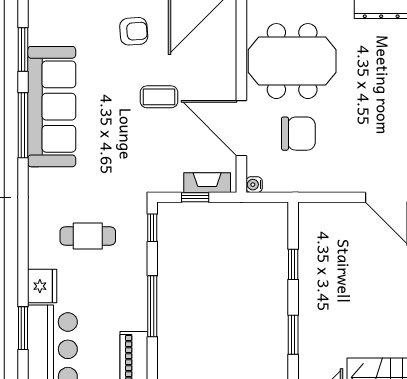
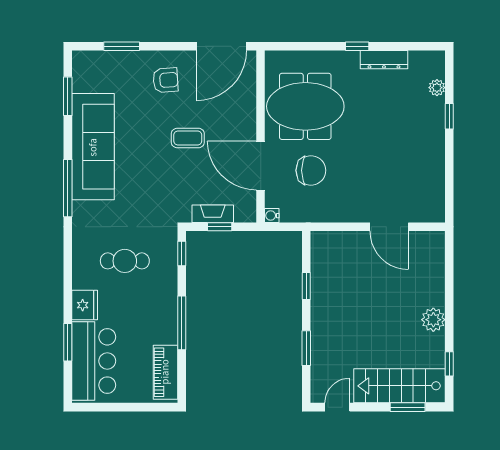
window: (23, 125) -> (68, 188), moved
fireplace: (207, 183) -> (213, 214), moved

